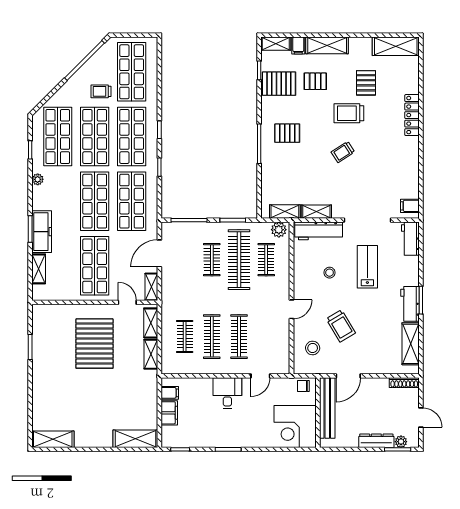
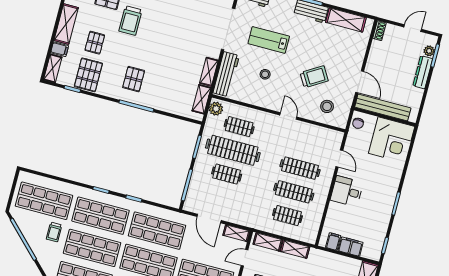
trolley: (343, 152) -> (163, 35), removed
shoe rack: (404, 383) -> (379, 31), width x0.70

